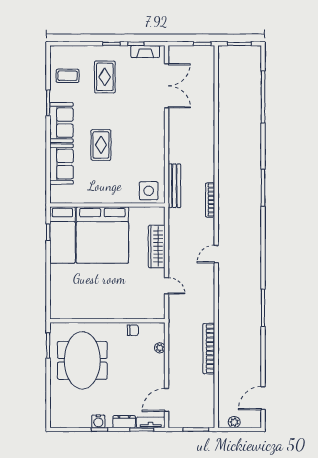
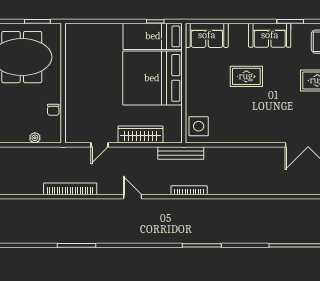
sofa: (61, 164) -> (207, 35), moved
bench: (174, 186) -> (181, 153), moved
bookcase: (209, 349) -> (70, 189), moved

